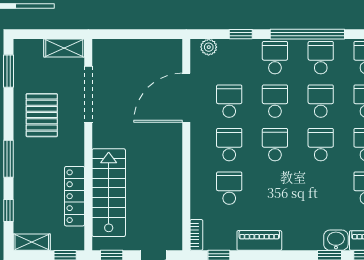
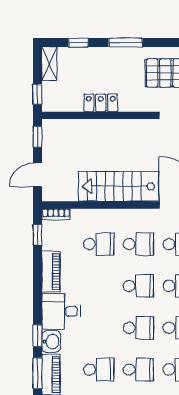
stairs: (109, 193) -> (119, 186), moved, turned 180
locker: (75, 196) -> (101, 103), width x0.66
desk: (303, 229) -> (61, 311), added

